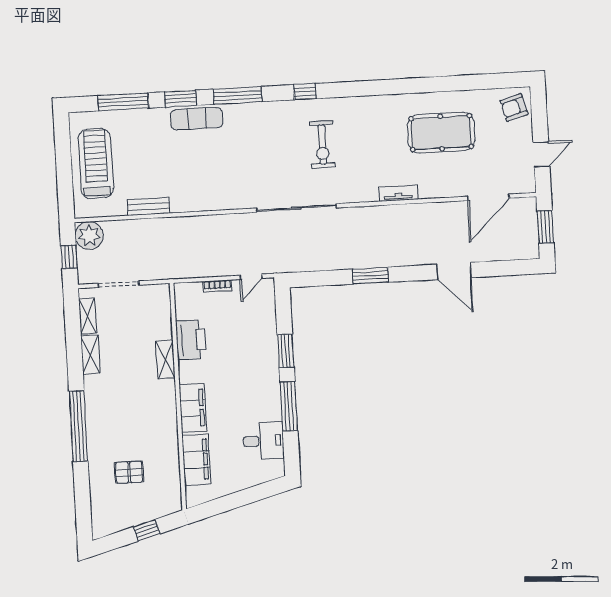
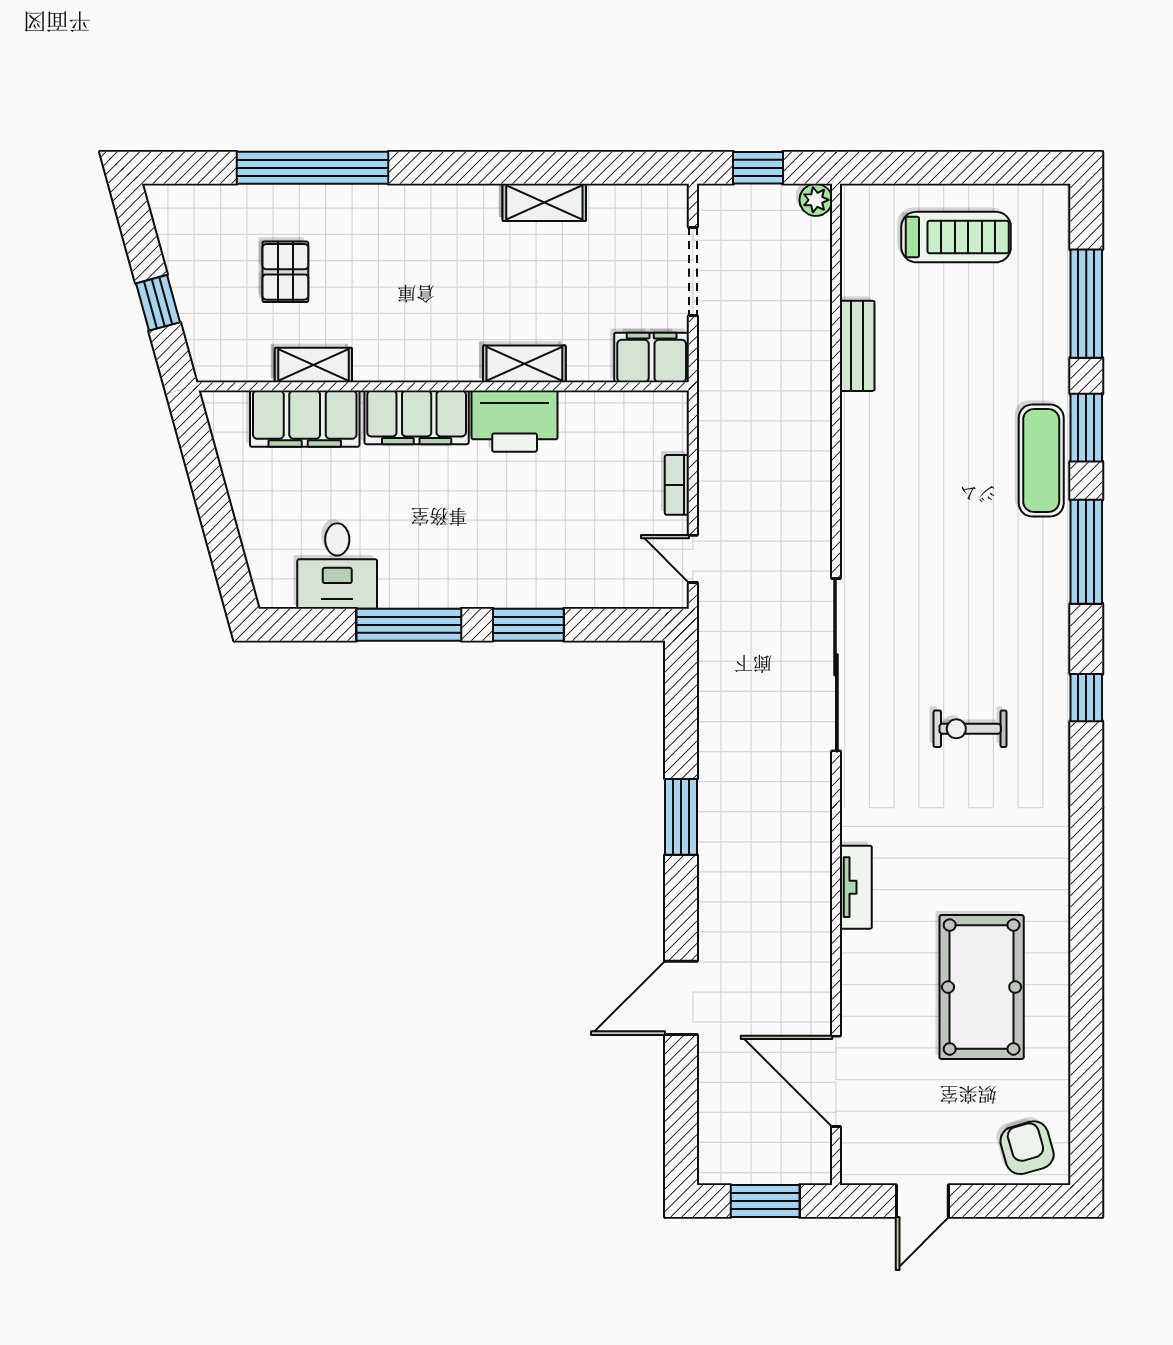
exercise bike: (322, 145) -> (970, 729), width x0.73, depth x0.72
door: (541, 154) -> (922, 1201), hinge flipped
treadmill: (96, 164) -> (956, 237), width x0.73, depth x0.73
plant: (89, 236) -> (816, 200), width x0.53, depth x0.53
filing cabinet: (159, 301) -> (652, 357), added
shelving: (88, 316) -> (313, 365), moved
printer: (191, 340) -> (515, 421), moved
window: (78, 426) -> (313, 168), moved

